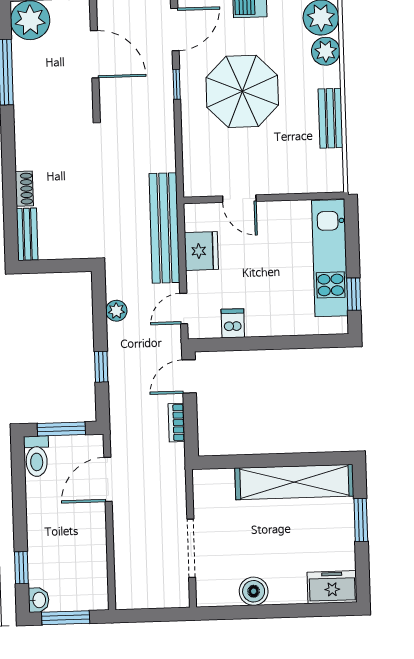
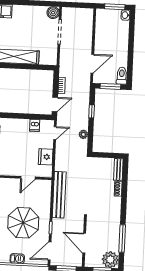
door: (239, 199) -> (28, 178), swing flipped
bench: (164, 228) -> (59, 195), moved
window: (21, 568) -> (132, 29), removed
boiler: (254, 591) -> (53, 13), moved

